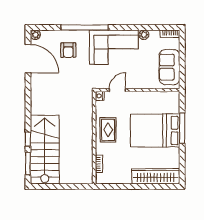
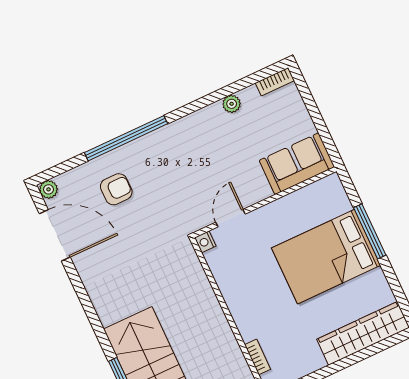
corner sofa: (114, 47) -> (191, 149), removed
armchair: (68, 50) -> (116, 189), turned -90
sofa: (169, 67) -> (297, 164), moved, turned 90
rug: (108, 130) -> (246, 293), removed

